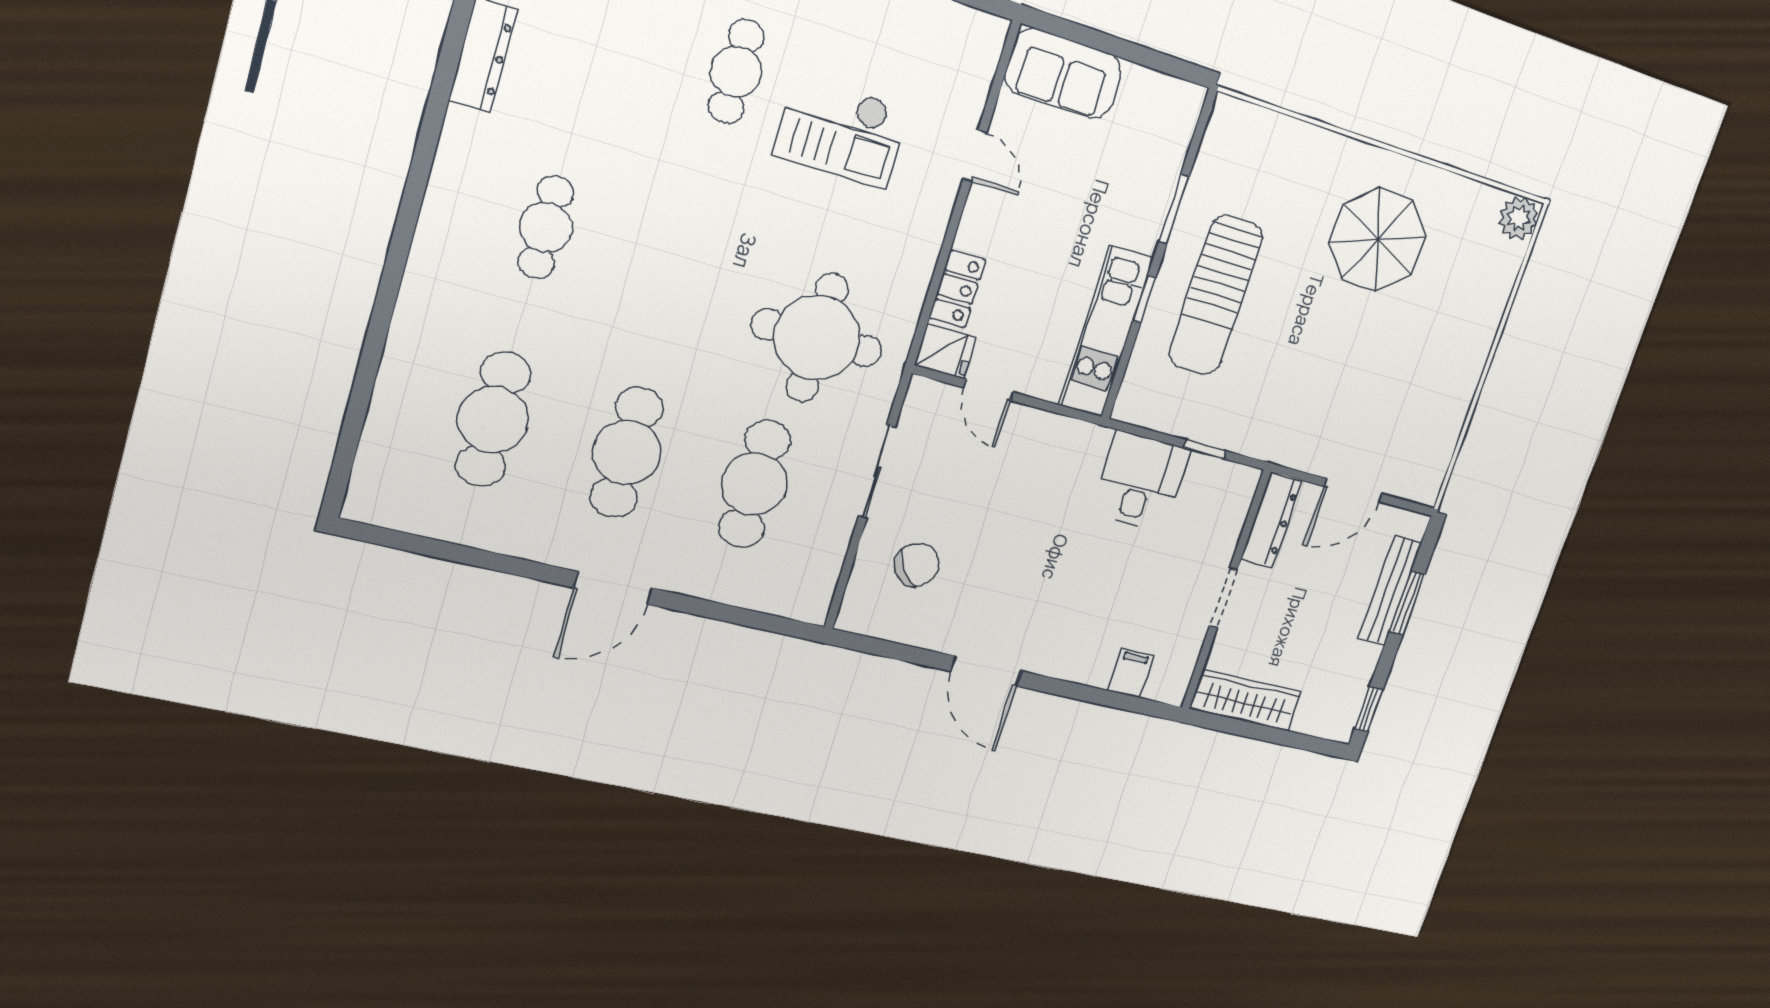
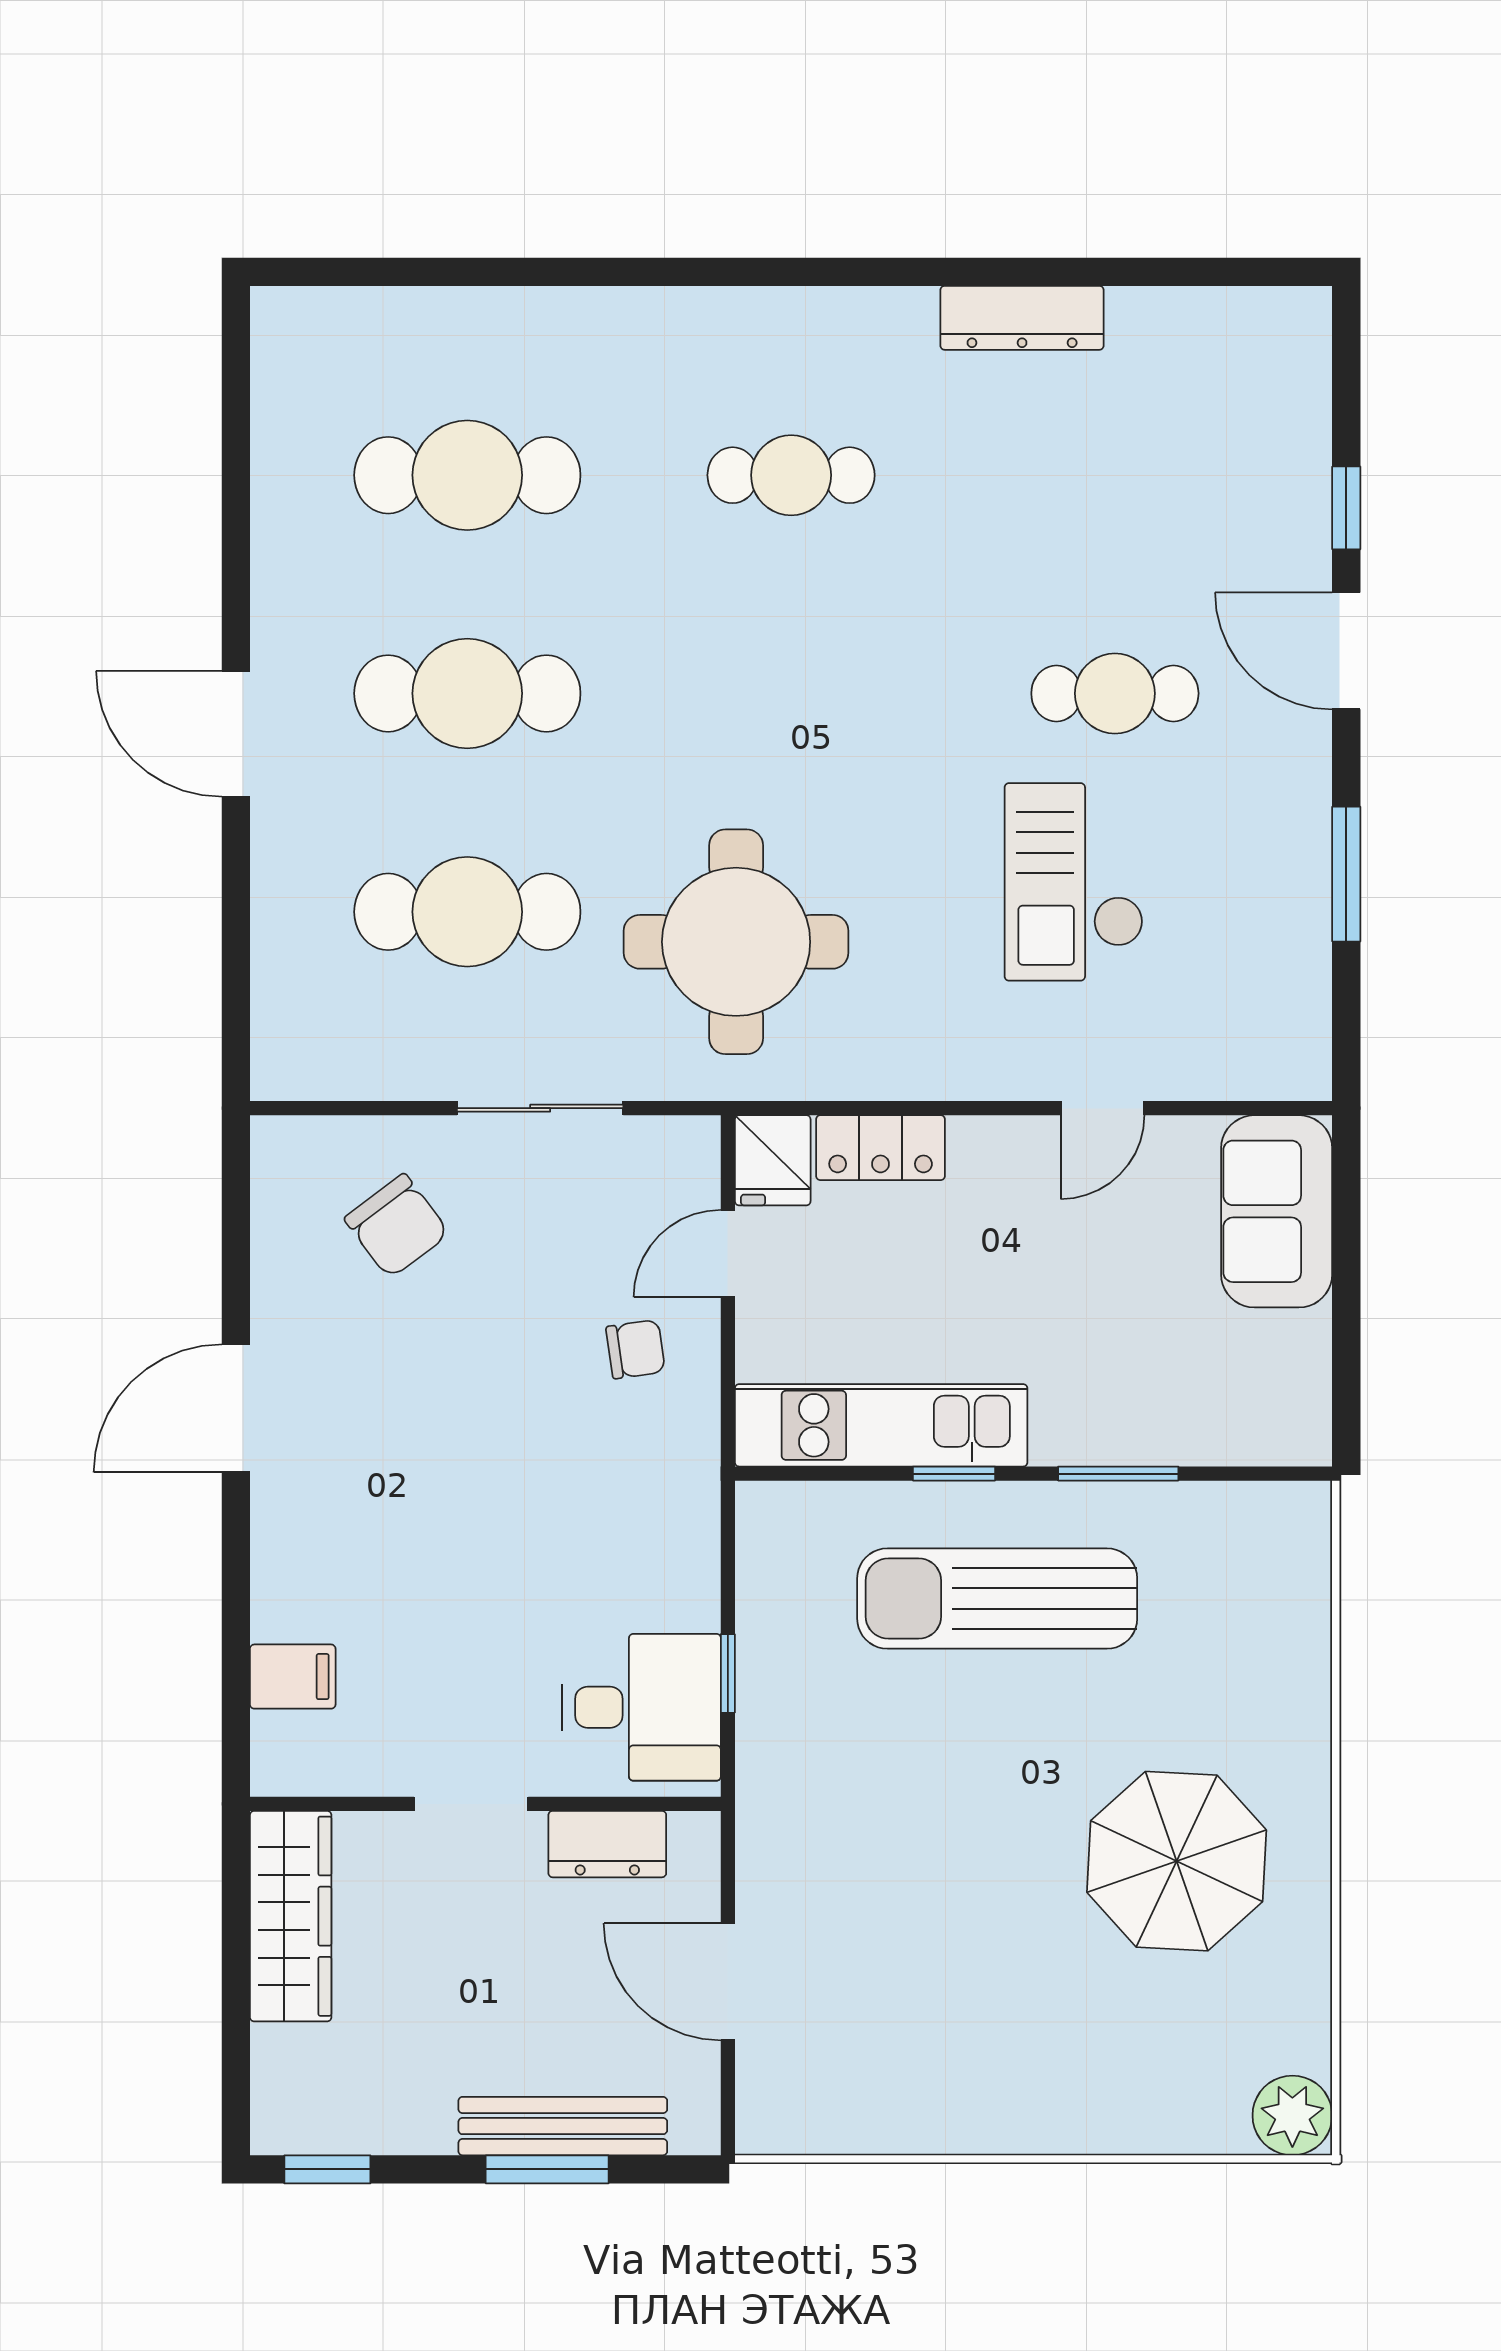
chair: (1023, 454) -> (636, 1349), added
desk: (1141, 481) -> (642, 1707), moved
dresser: (1271, 521) -> (607, 1844), width x0.70

